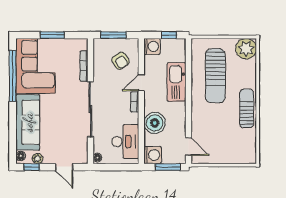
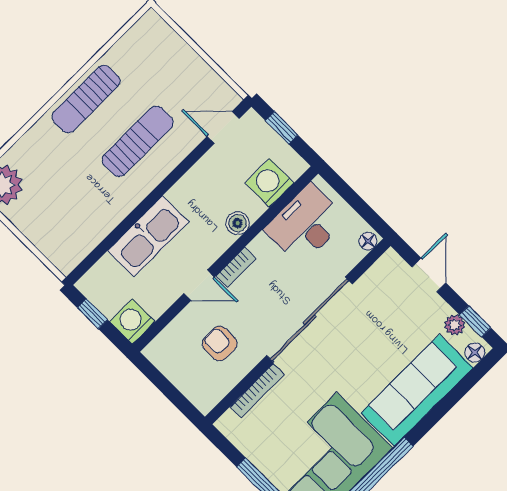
window: (114, 35) -> (171, 392), removed
armchair: (120, 61) -> (220, 344), moved, turned -57
sun lounger: (215, 76) -> (138, 141), moved, width x0.73, depth x0.75
boiler: (155, 123) -> (238, 223), width x0.54, depth x0.54
door: (188, 147) -> (223, 127), hinge flipped
washing machine: (153, 155) -> (270, 183), moved
window: (168, 167) -> (282, 128), width x0.67

